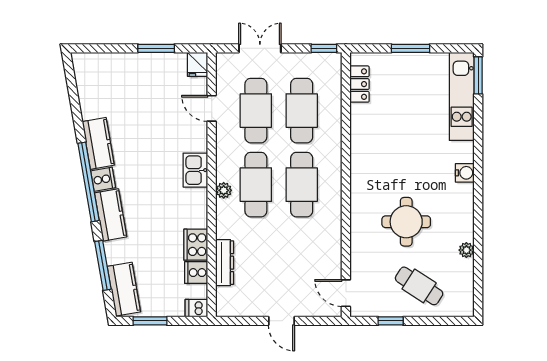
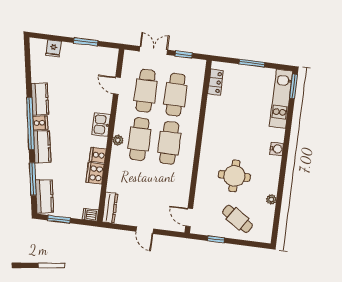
window: (324, 48) -> (184, 54), moved
fridge: (198, 64) -> (53, 48), moved
dresser: (225, 263) -> (110, 208), moved
cooker: (196, 273) -> (98, 155), moved

